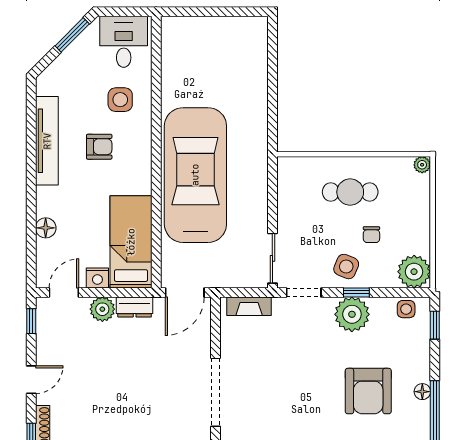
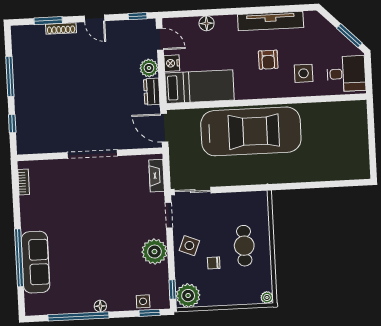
window: (356, 292) -> (172, 289), moved
side table: (406, 309) -> (143, 301), moved
armchair: (368, 391) -> (99, 266), removed

